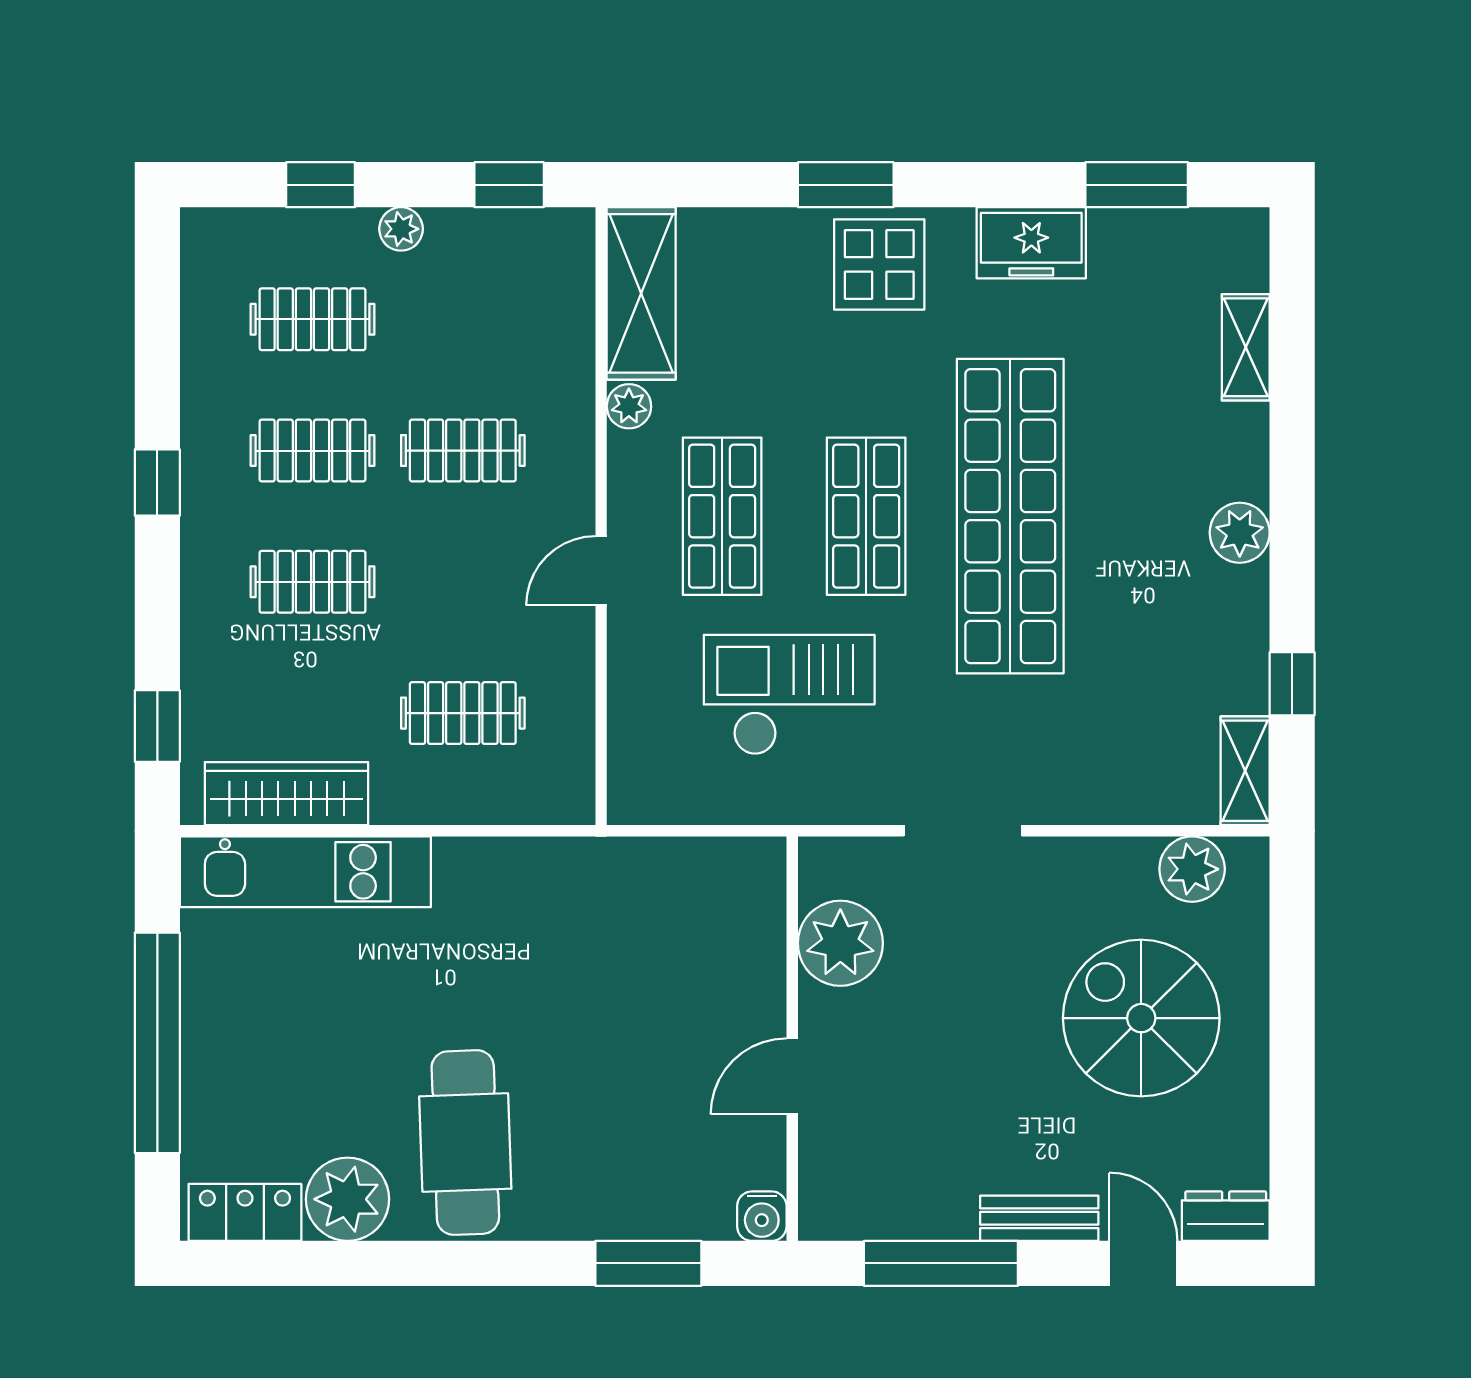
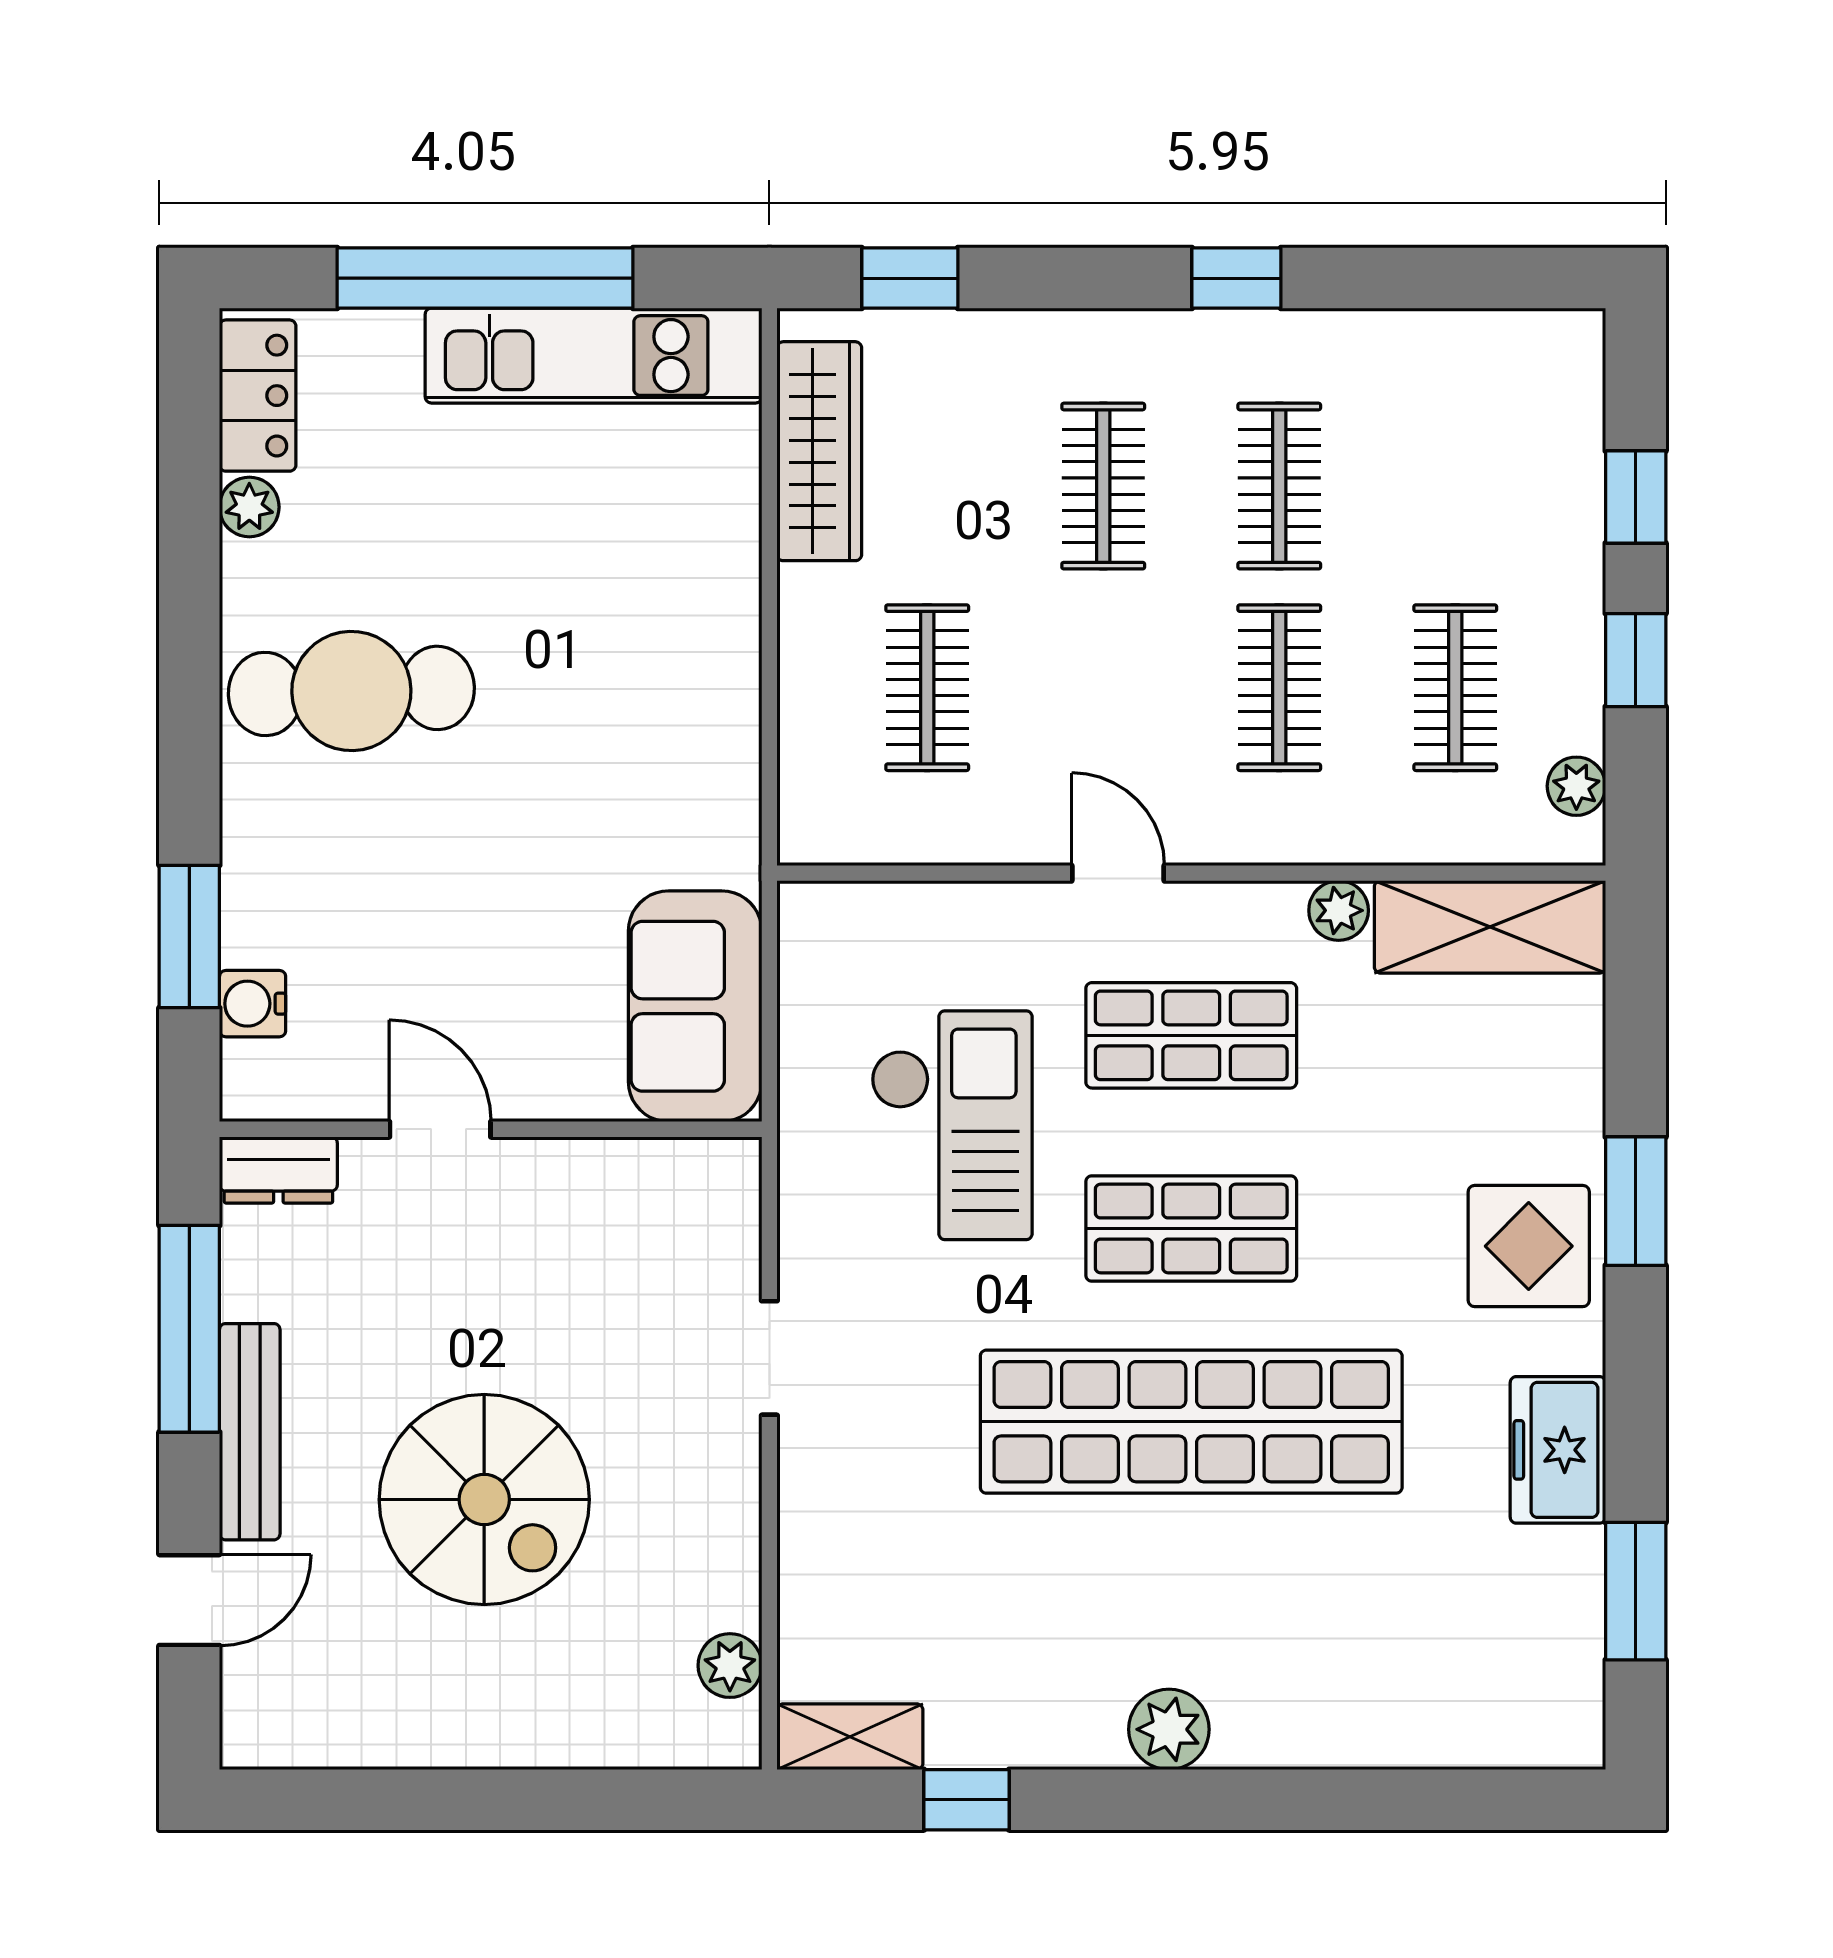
window: (509, 185) -> (1636, 660), moved
plant: (401, 229) -> (1576, 786), moved
clothes rail: (312, 319) -> (1455, 688), moved
shelving: (1246, 347) -> (1418, 1737), removed
doorway: (963, 831) -> (769, 1358), width x0.73
plant: (1192, 869) -> (730, 1666), width x0.73, depth x0.73
kitchen unit: (305, 872) -> (594, 356), moved, turned -90
sofa: (700, 886) -> (695, 1006), added
plant: (840, 943) -> (619, 1194), removed
spiral stairs: (1141, 1018) -> (484, 1500), moved, turned 90
plant: (348, 1199) -> (249, 507), width x0.53, depth x0.53
water cooler: (762, 1216) -> (253, 1004), moved
dresser: (1226, 1216) -> (278, 1170), moved, turned 90
bench: (1039, 1218) -> (250, 1432), width x1.36

